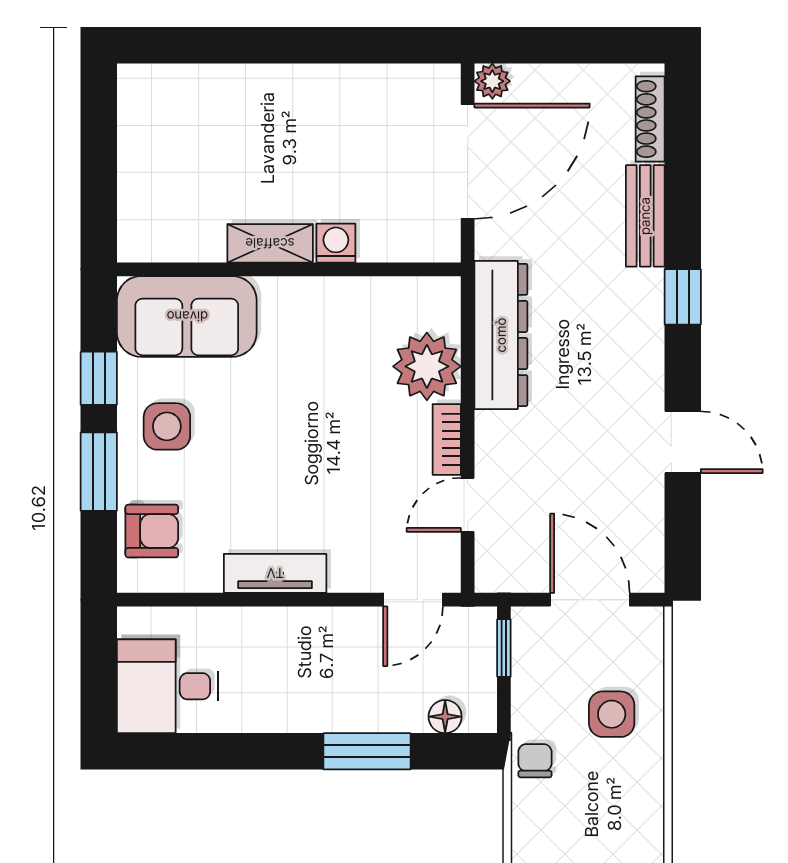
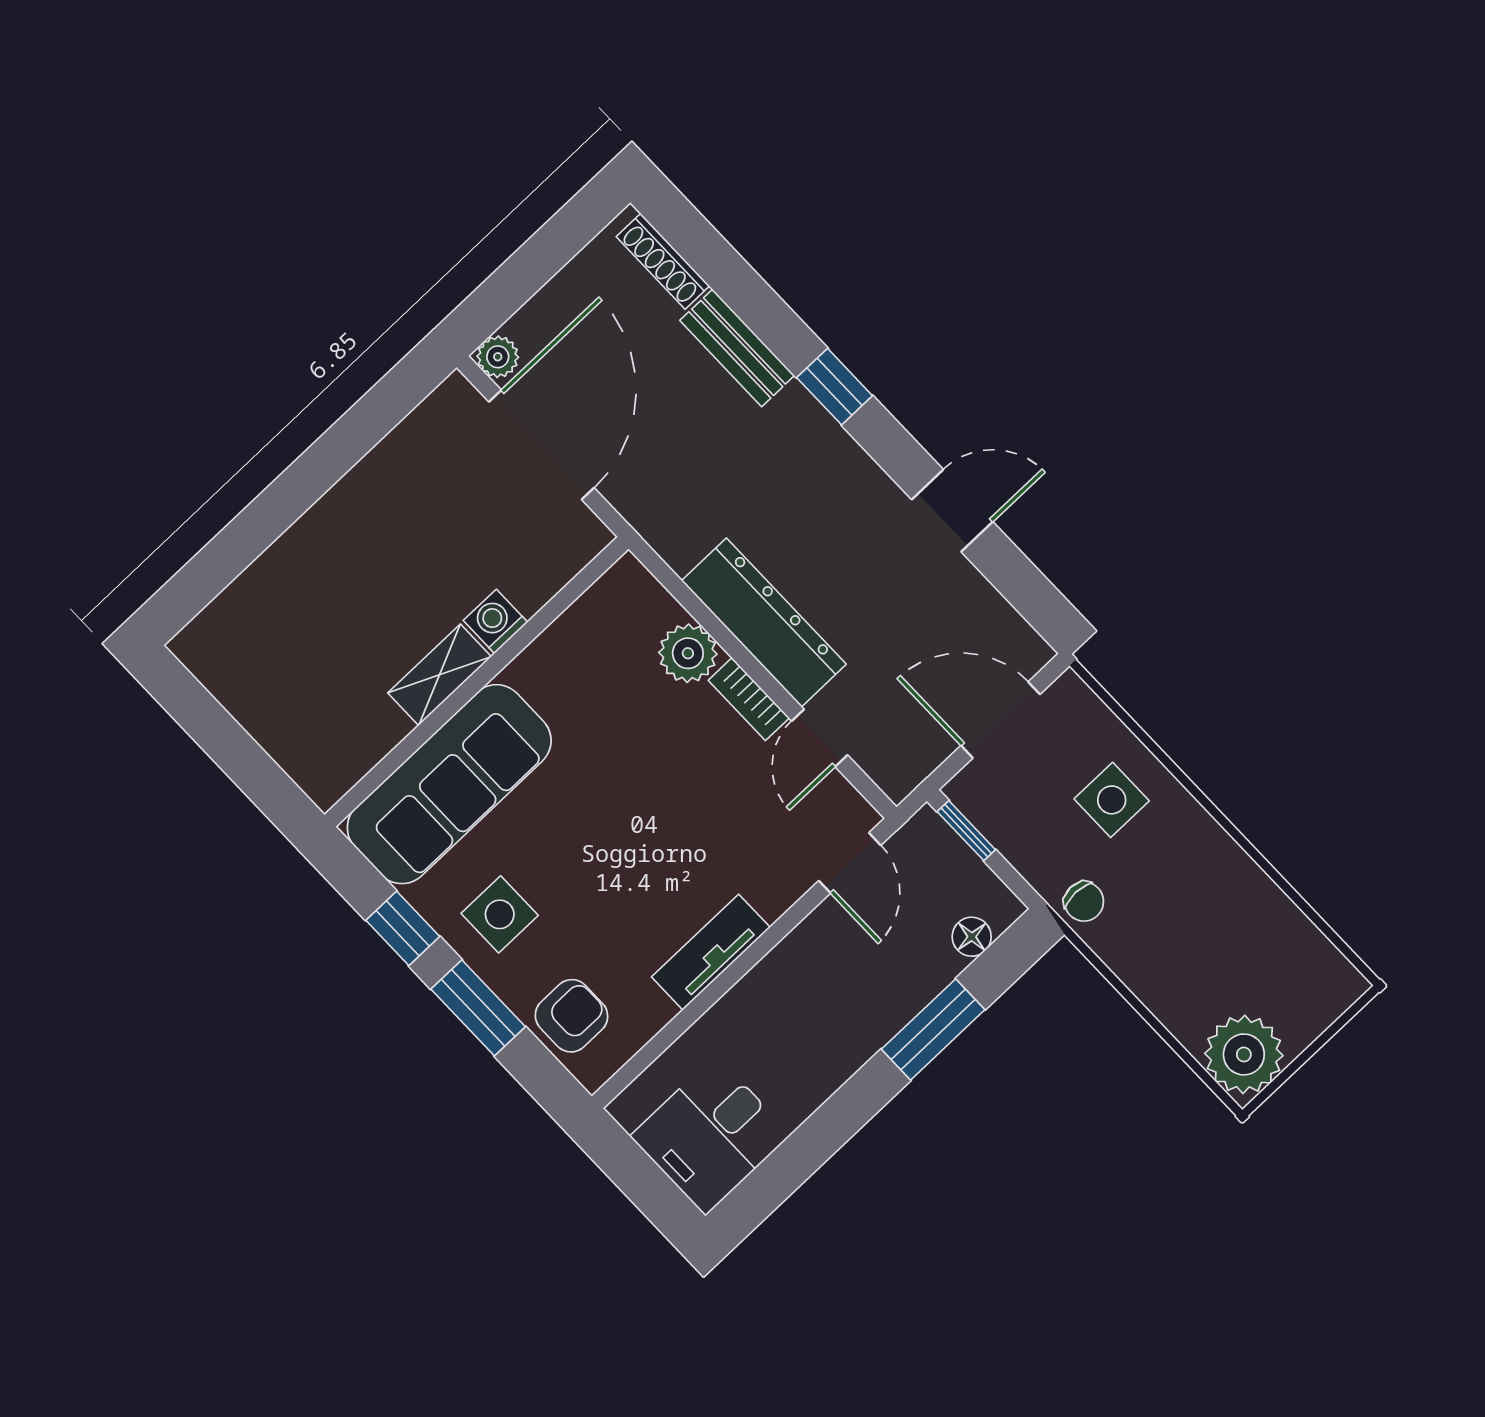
sofa: (187, 316) -> (449, 784), width x1.36
dresser: (501, 335) -> (764, 622), moved
plant: (427, 366) -> (688, 653), width x0.73, depth x0.73
chair: (535, 761) -> (1084, 902), turned 180

